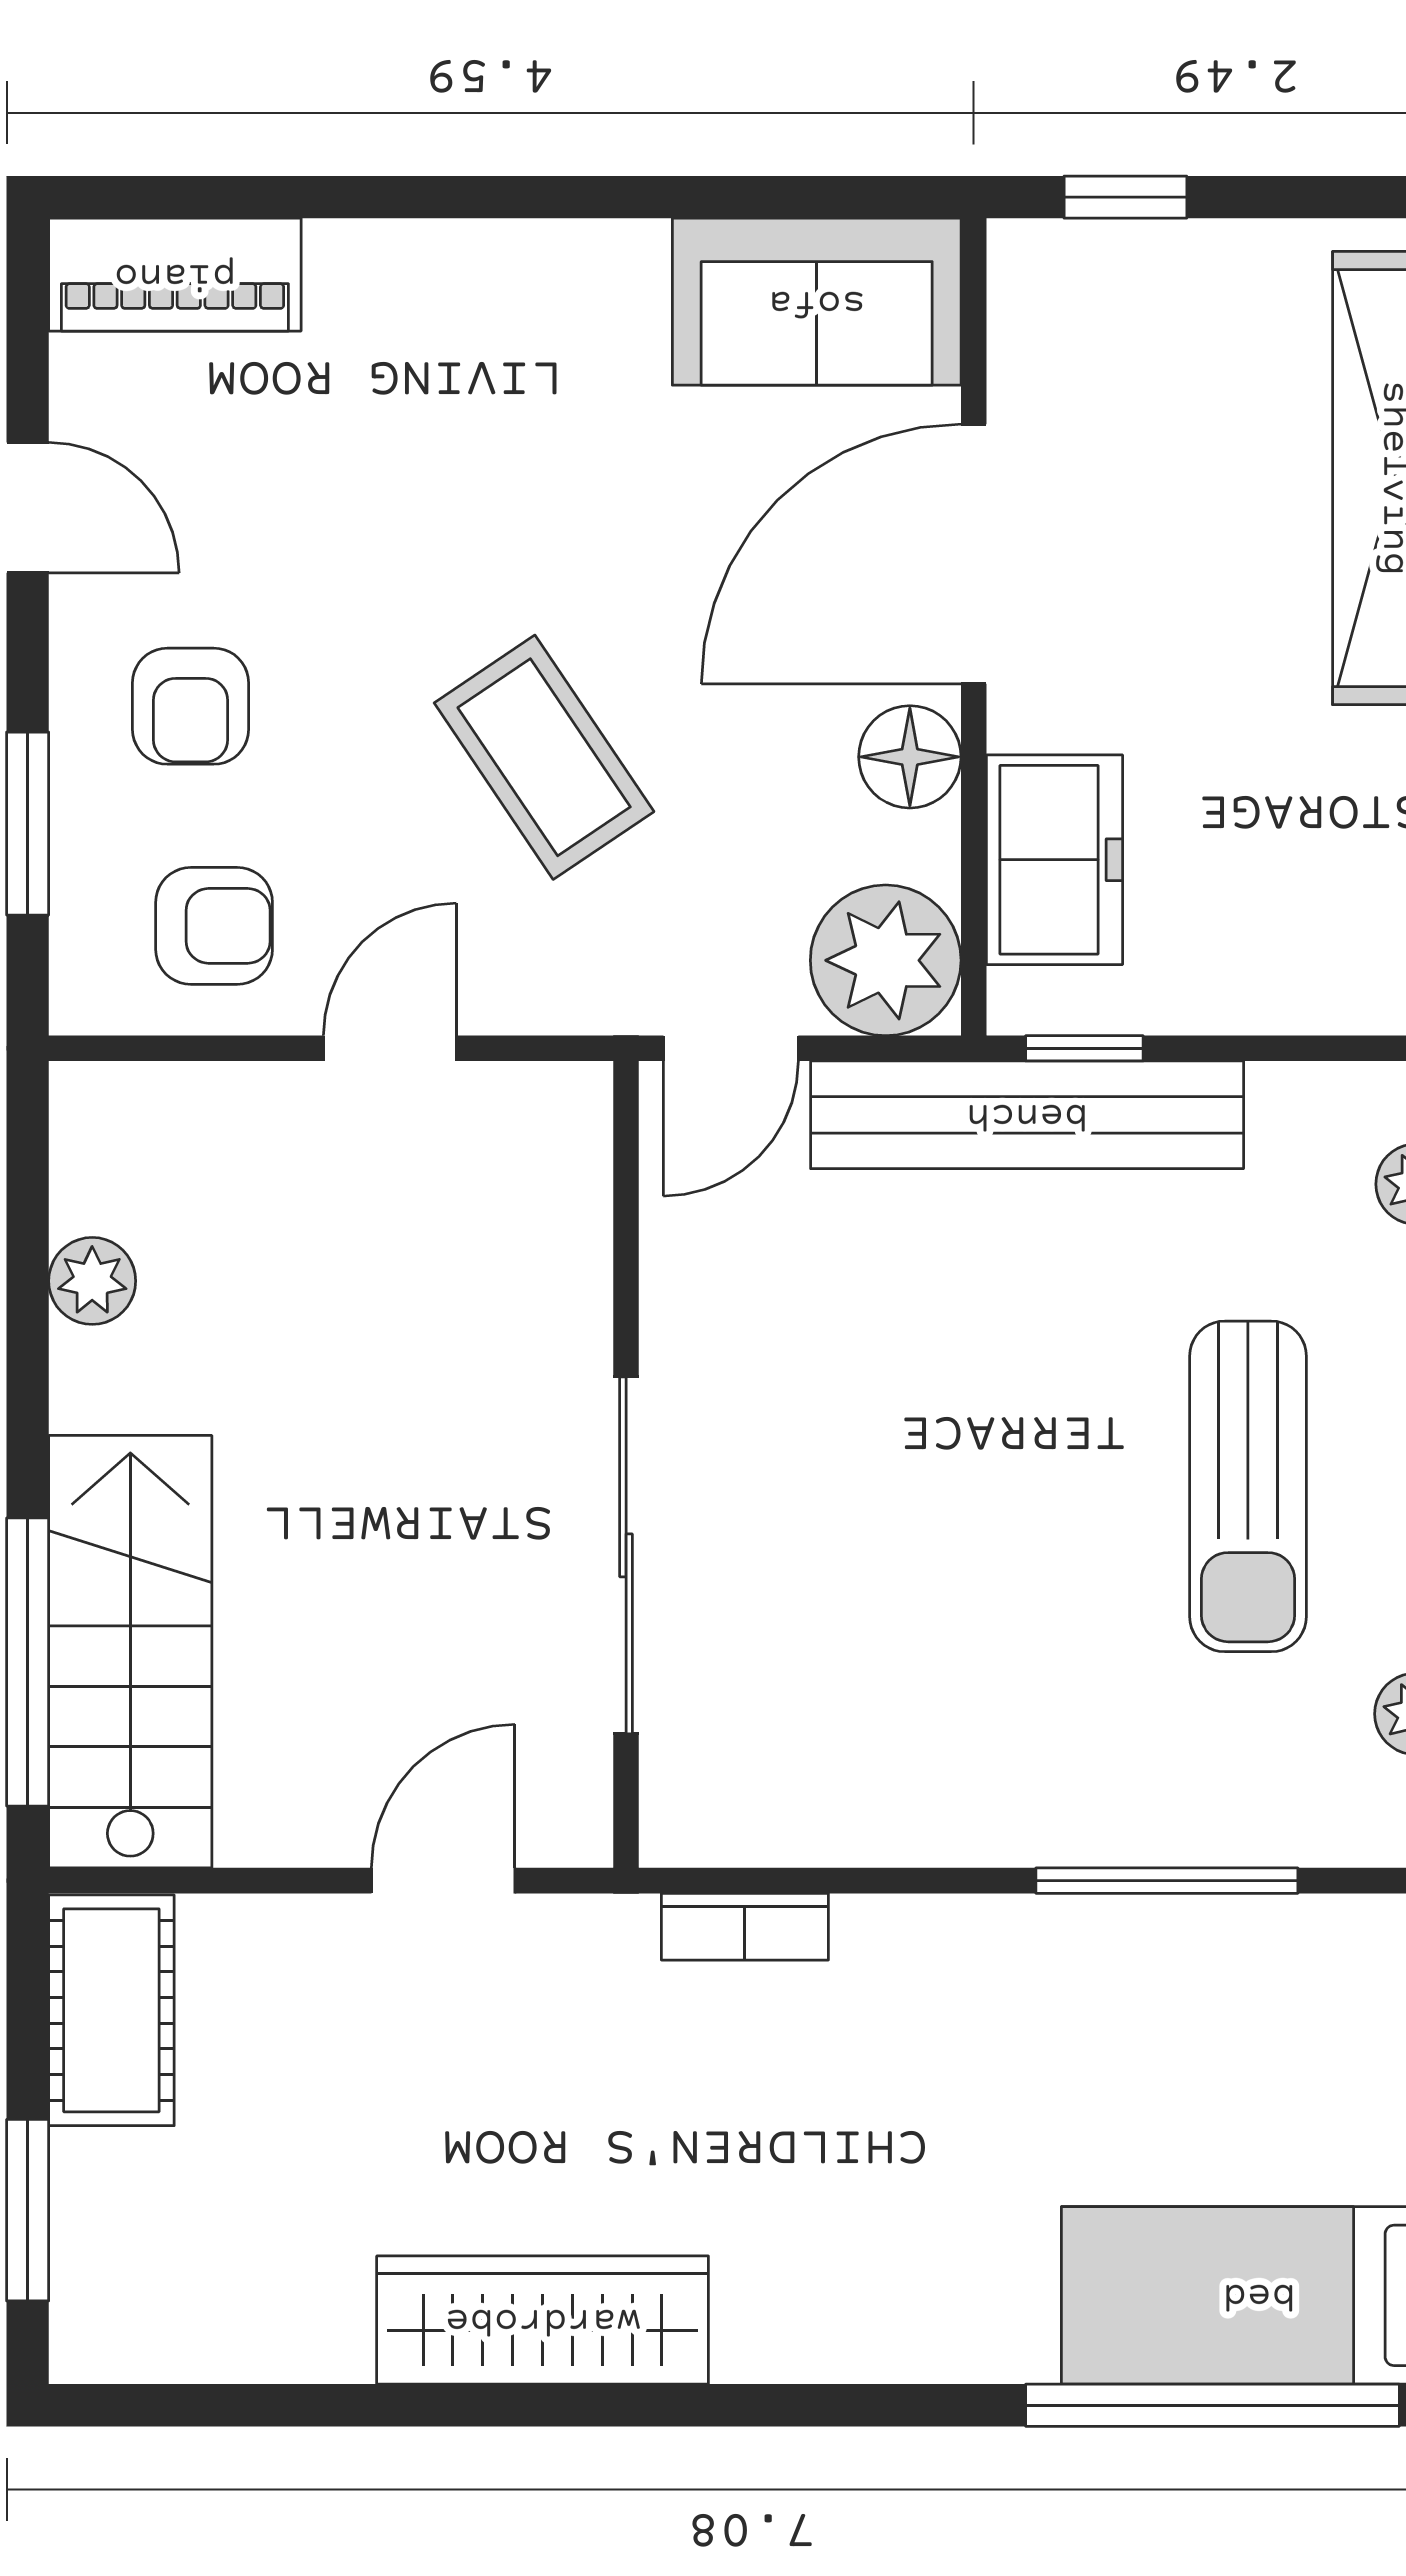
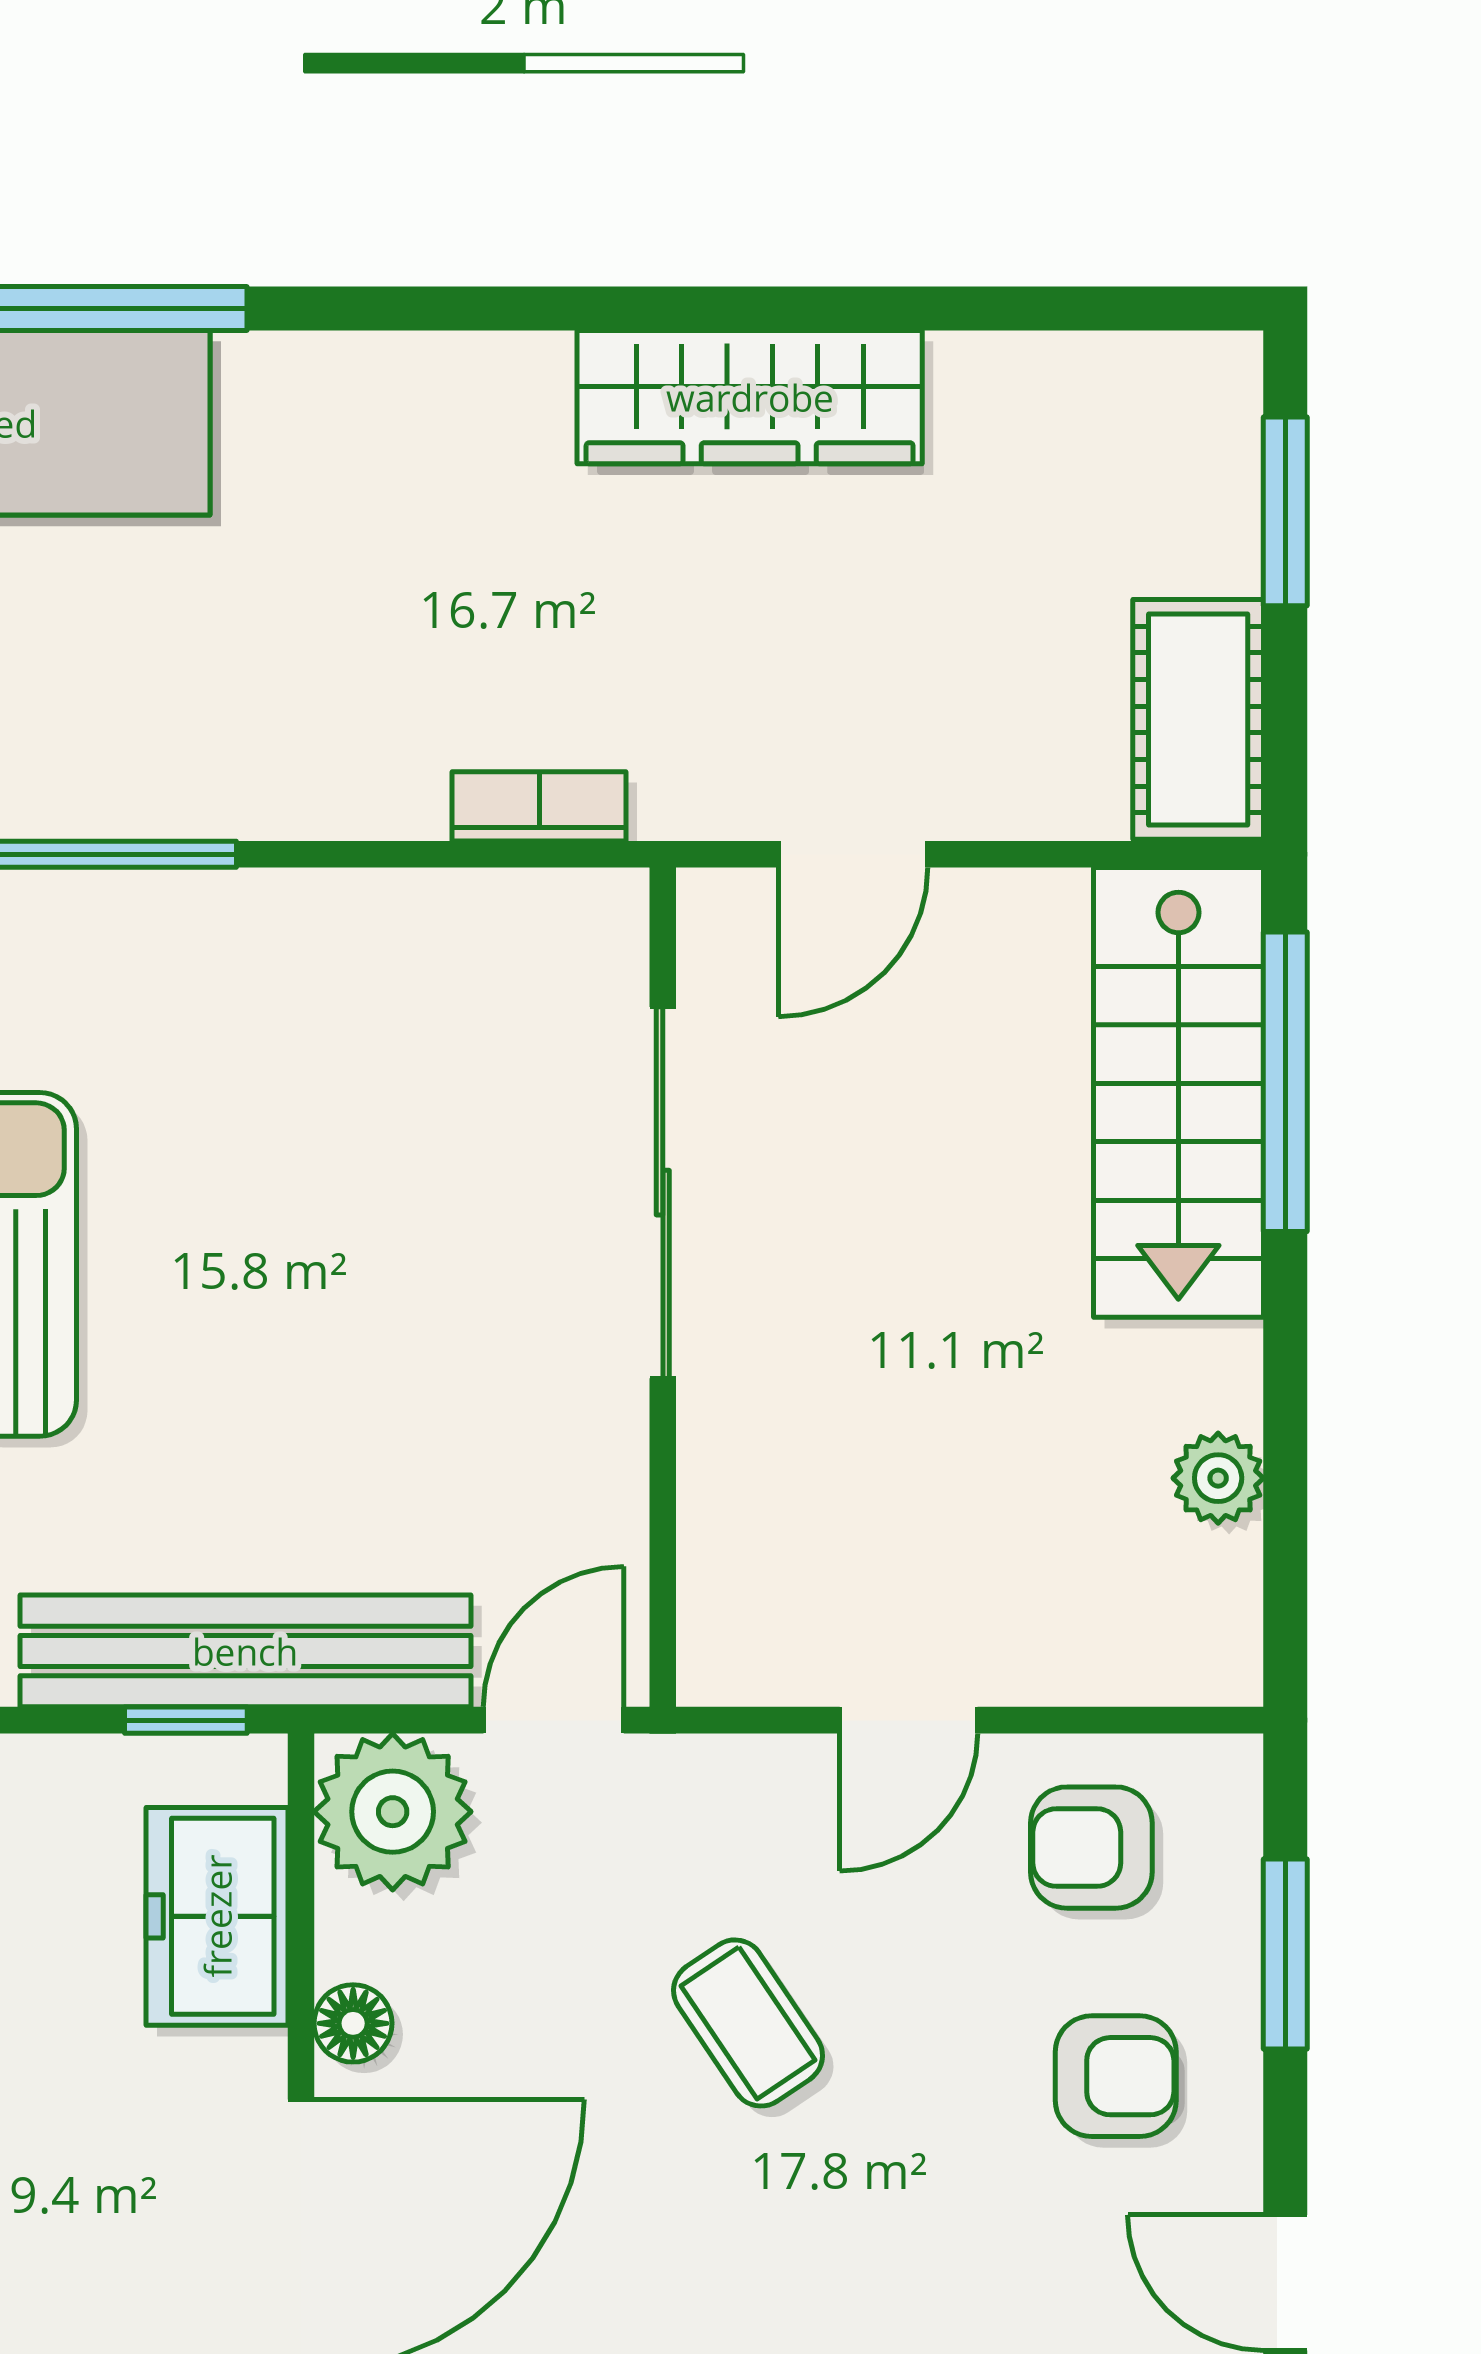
armchair: (191, 706) -> (1116, 2076), turned 90
coffee table: (544, 757) -> (748, 2023), width x0.73, depth x0.77
floor lamp: (910, 757) -> (353, 2023), width x0.73, depth x0.73

